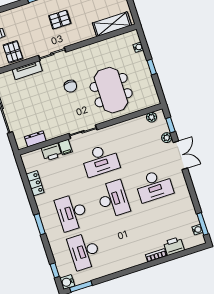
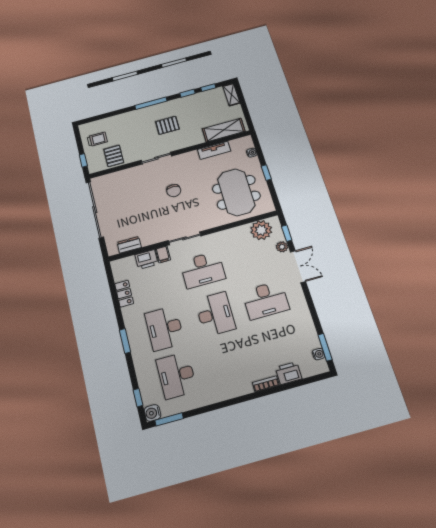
tv unit: (27, 70) -> (214, 150), moved
meeting table: (111, 90) -> (236, 192), moved
plant: (152, 117) -> (261, 230), width x1.87, depth x1.87

